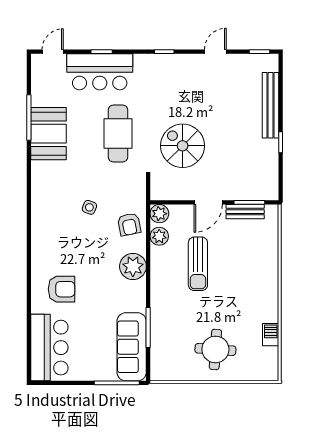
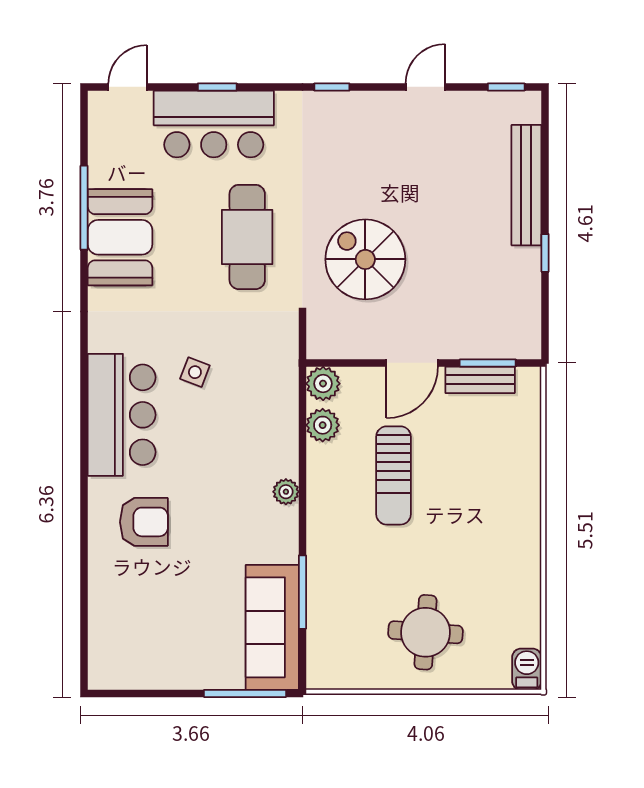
armchair: (129, 224) -> (268, 403), removed
plant: (133, 266) -> (286, 492), width x0.53, depth x0.53
barbecue: (271, 335) -> (527, 669), moved
bar counter: (49, 348) -> (122, 415), moved

